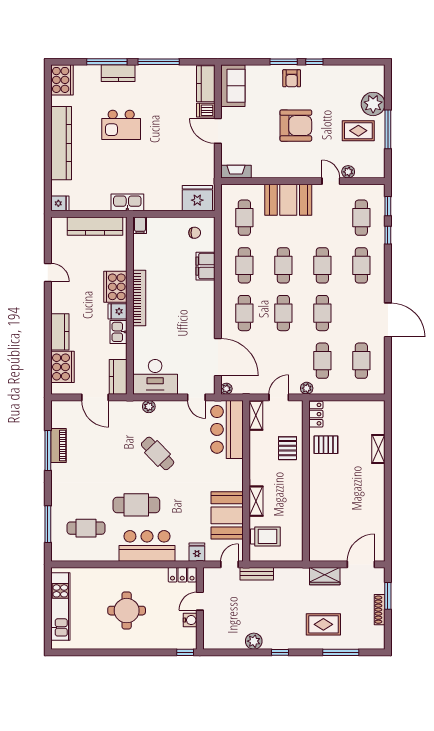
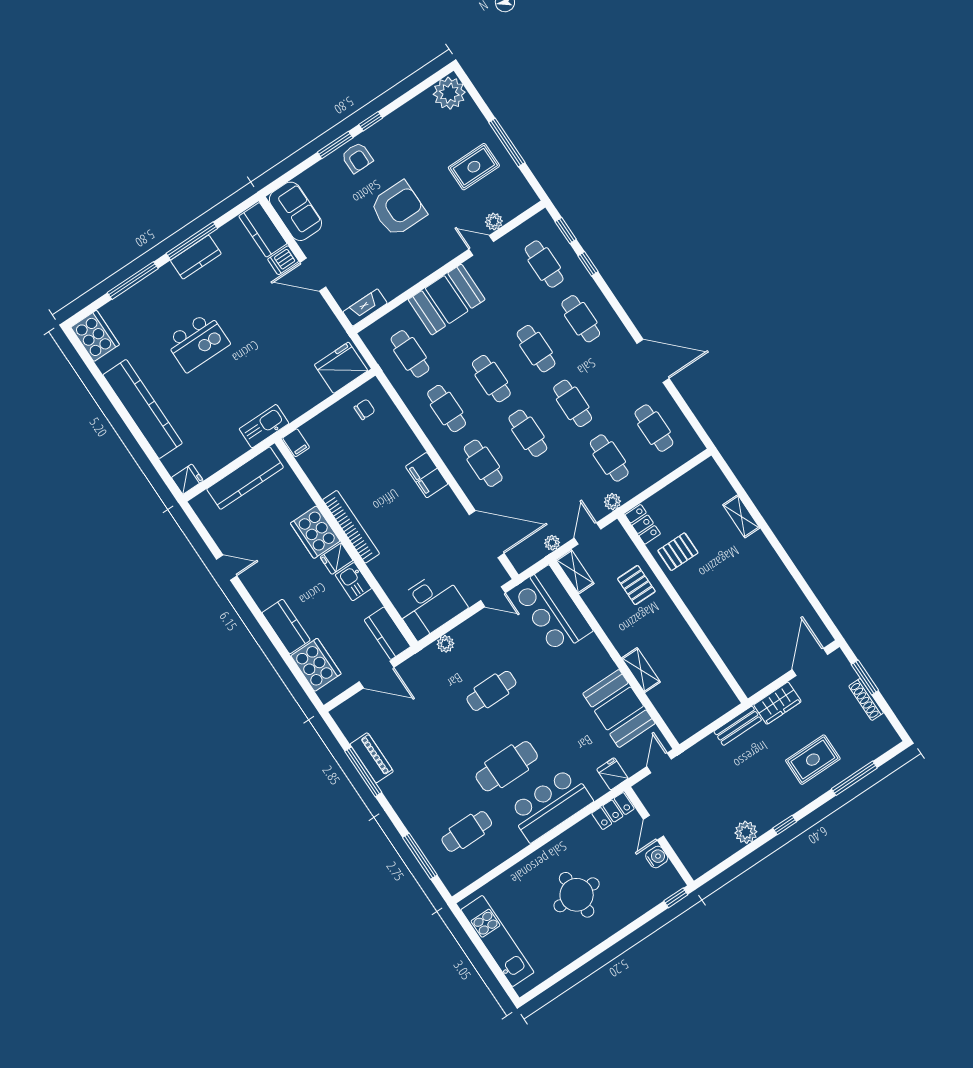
kitchen counter: (118, 73) -> (196, 257), moved
plant: (373, 104) -> (449, 93), moved
filing cabinet: (206, 266) -> (427, 475), moved
plant: (226, 389) -> (552, 543), moved
cafe table: (158, 453) -> (491, 691), turned -46
trolley: (265, 536) -> (679, 703), removed
bench: (257, 574) -> (738, 726), moved

